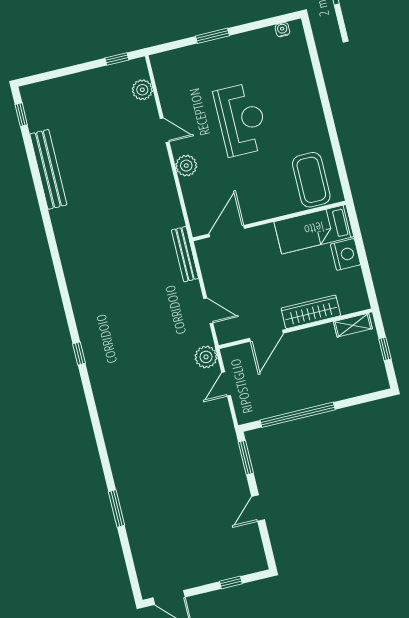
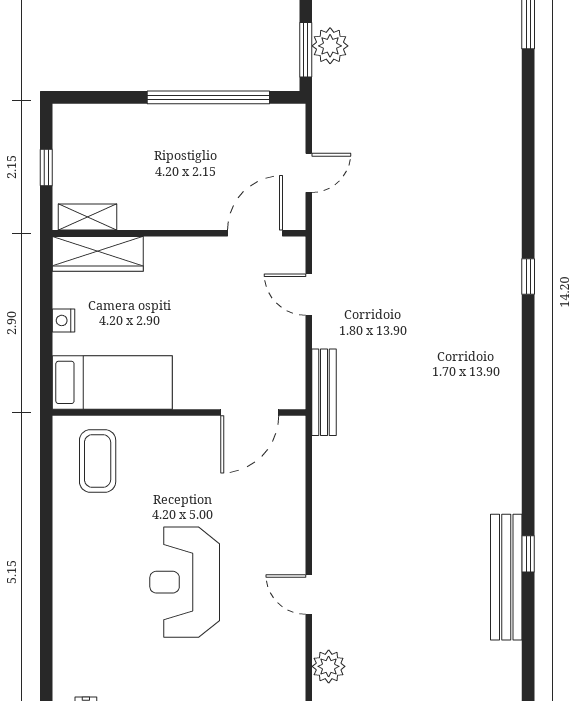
window: (21, 115) -> (528, 554), moved
plant: (186, 166) -> (288, 531), removed
coffee table: (311, 180) -> (98, 461), width x0.73, depth x0.76
nightstand: (345, 254) -> (63, 320), width x0.53, depth x0.56
wardrobe: (311, 312) -> (98, 254), moved
door: (266, 336) -> (255, 233), moved
plant: (206, 357) -> (330, 46), moved

